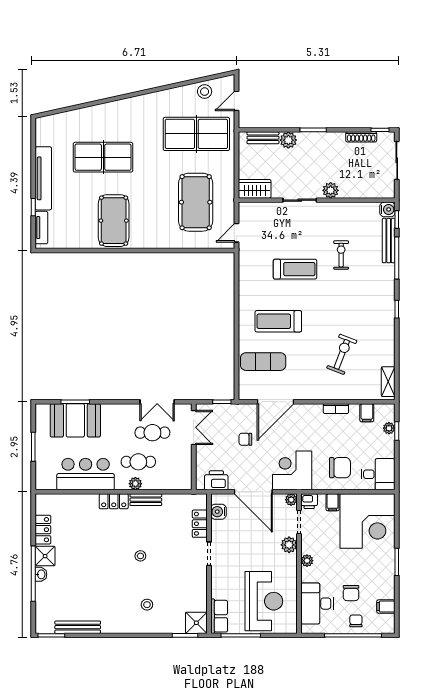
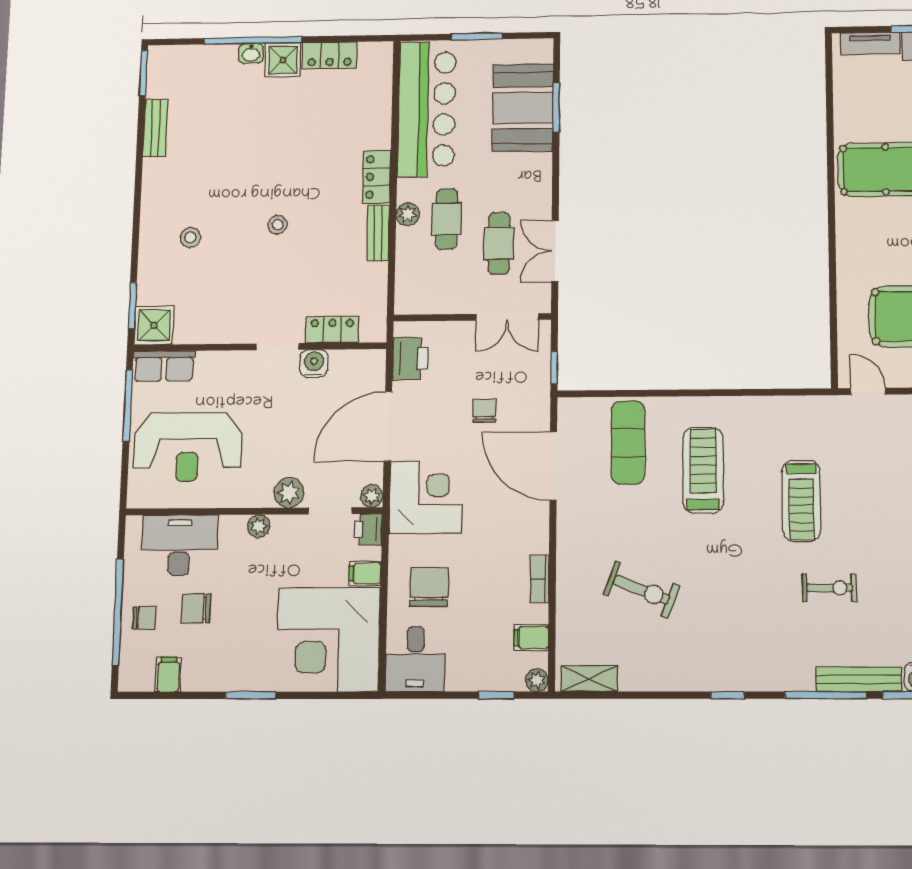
plant: (389, 428) -> (537, 680), moved
chair: (340, 468) -> (429, 587), turned 180
bar counter: (86, 474) -> (427, 109), width x1.36
water cooler: (218, 512) -> (314, 363), moved
bench: (78, 627) -> (155, 128), width x0.73

